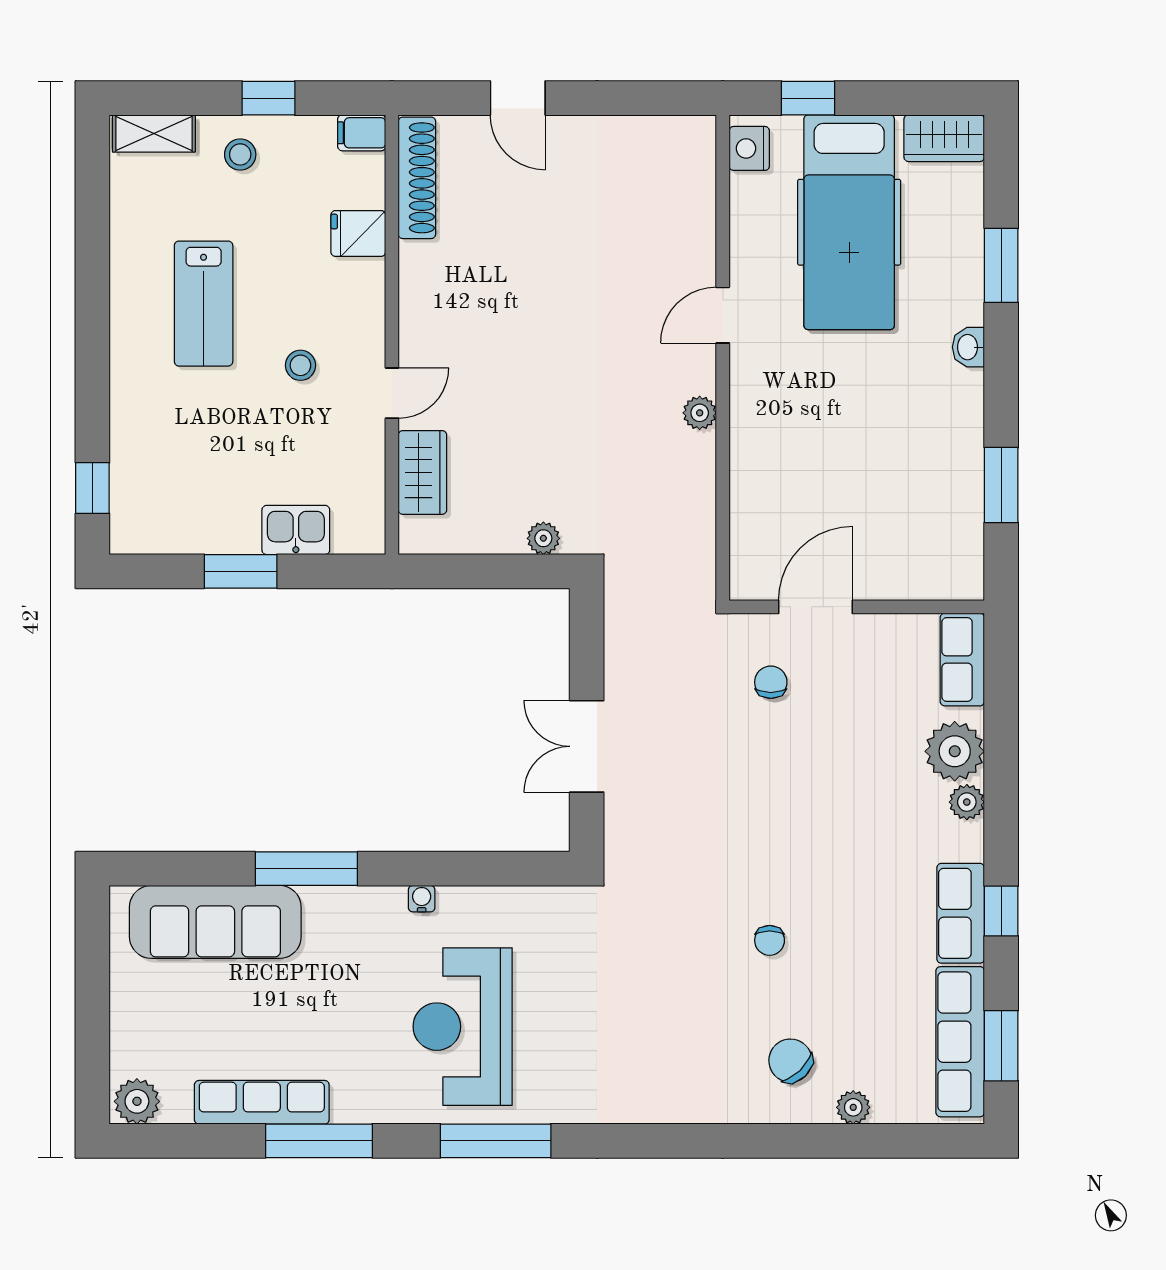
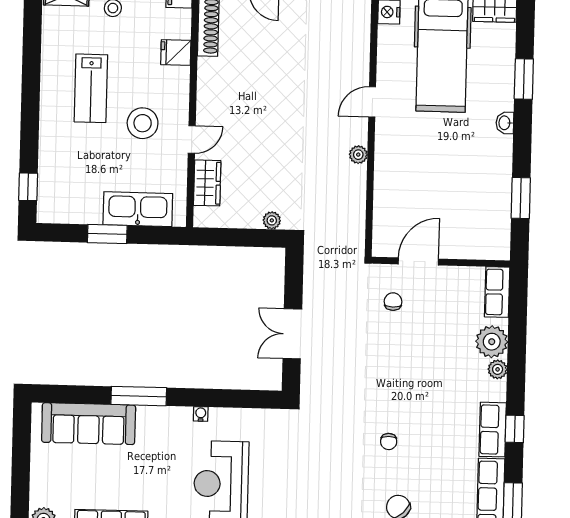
stool: (300, 365) -> (143, 123), width x1.89, depth x1.89
kitchen sink: (296, 530) -> (138, 209), width x1.87, depth x1.24

